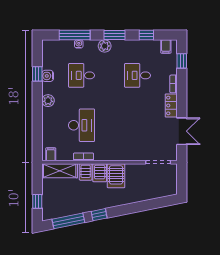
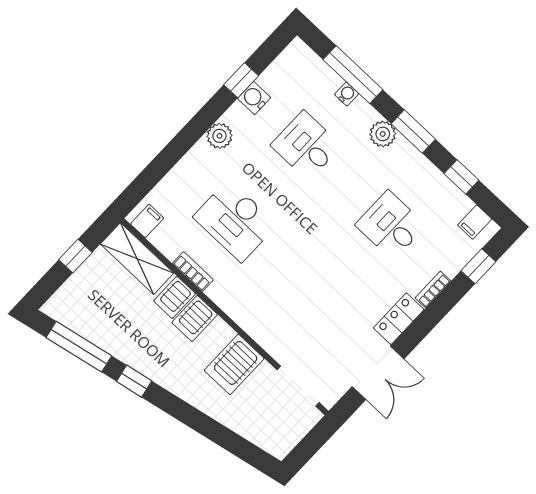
desk: (82, 125) -> (235, 221), turned 90
server rack: (116, 176) -> (234, 364), moved
window: (37, 201) -> (75, 256), moved

